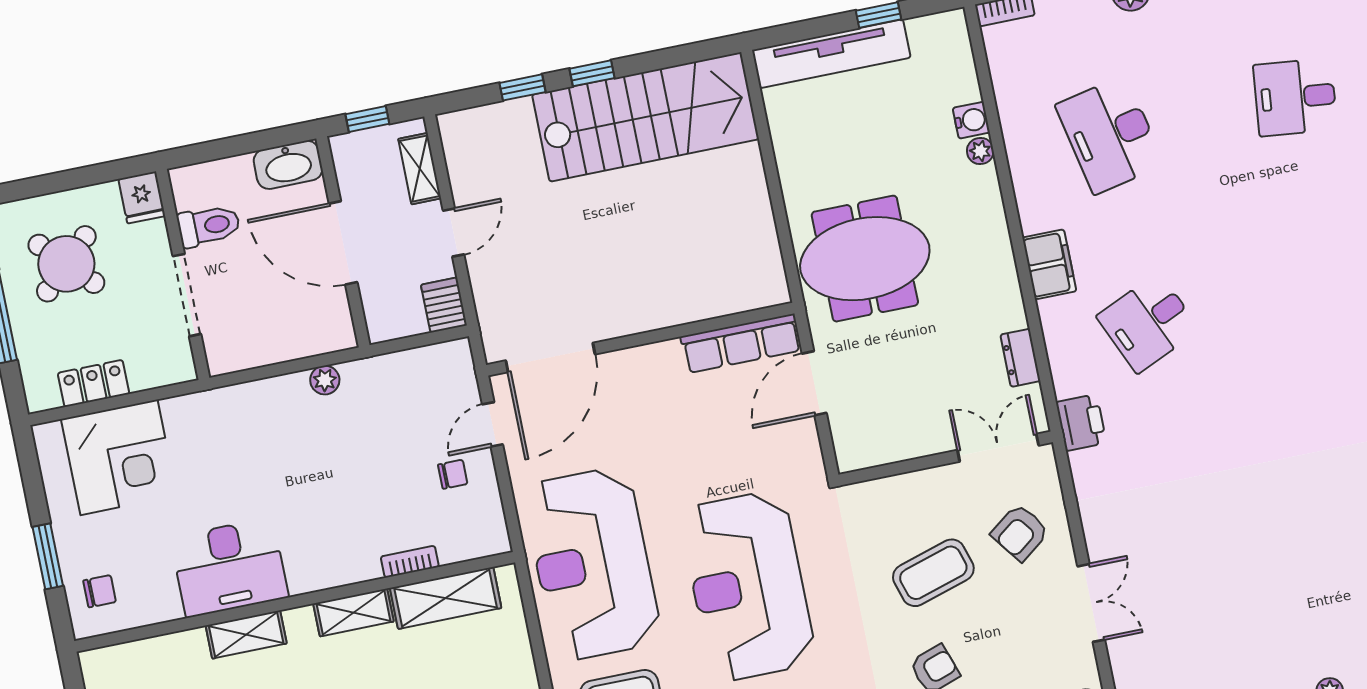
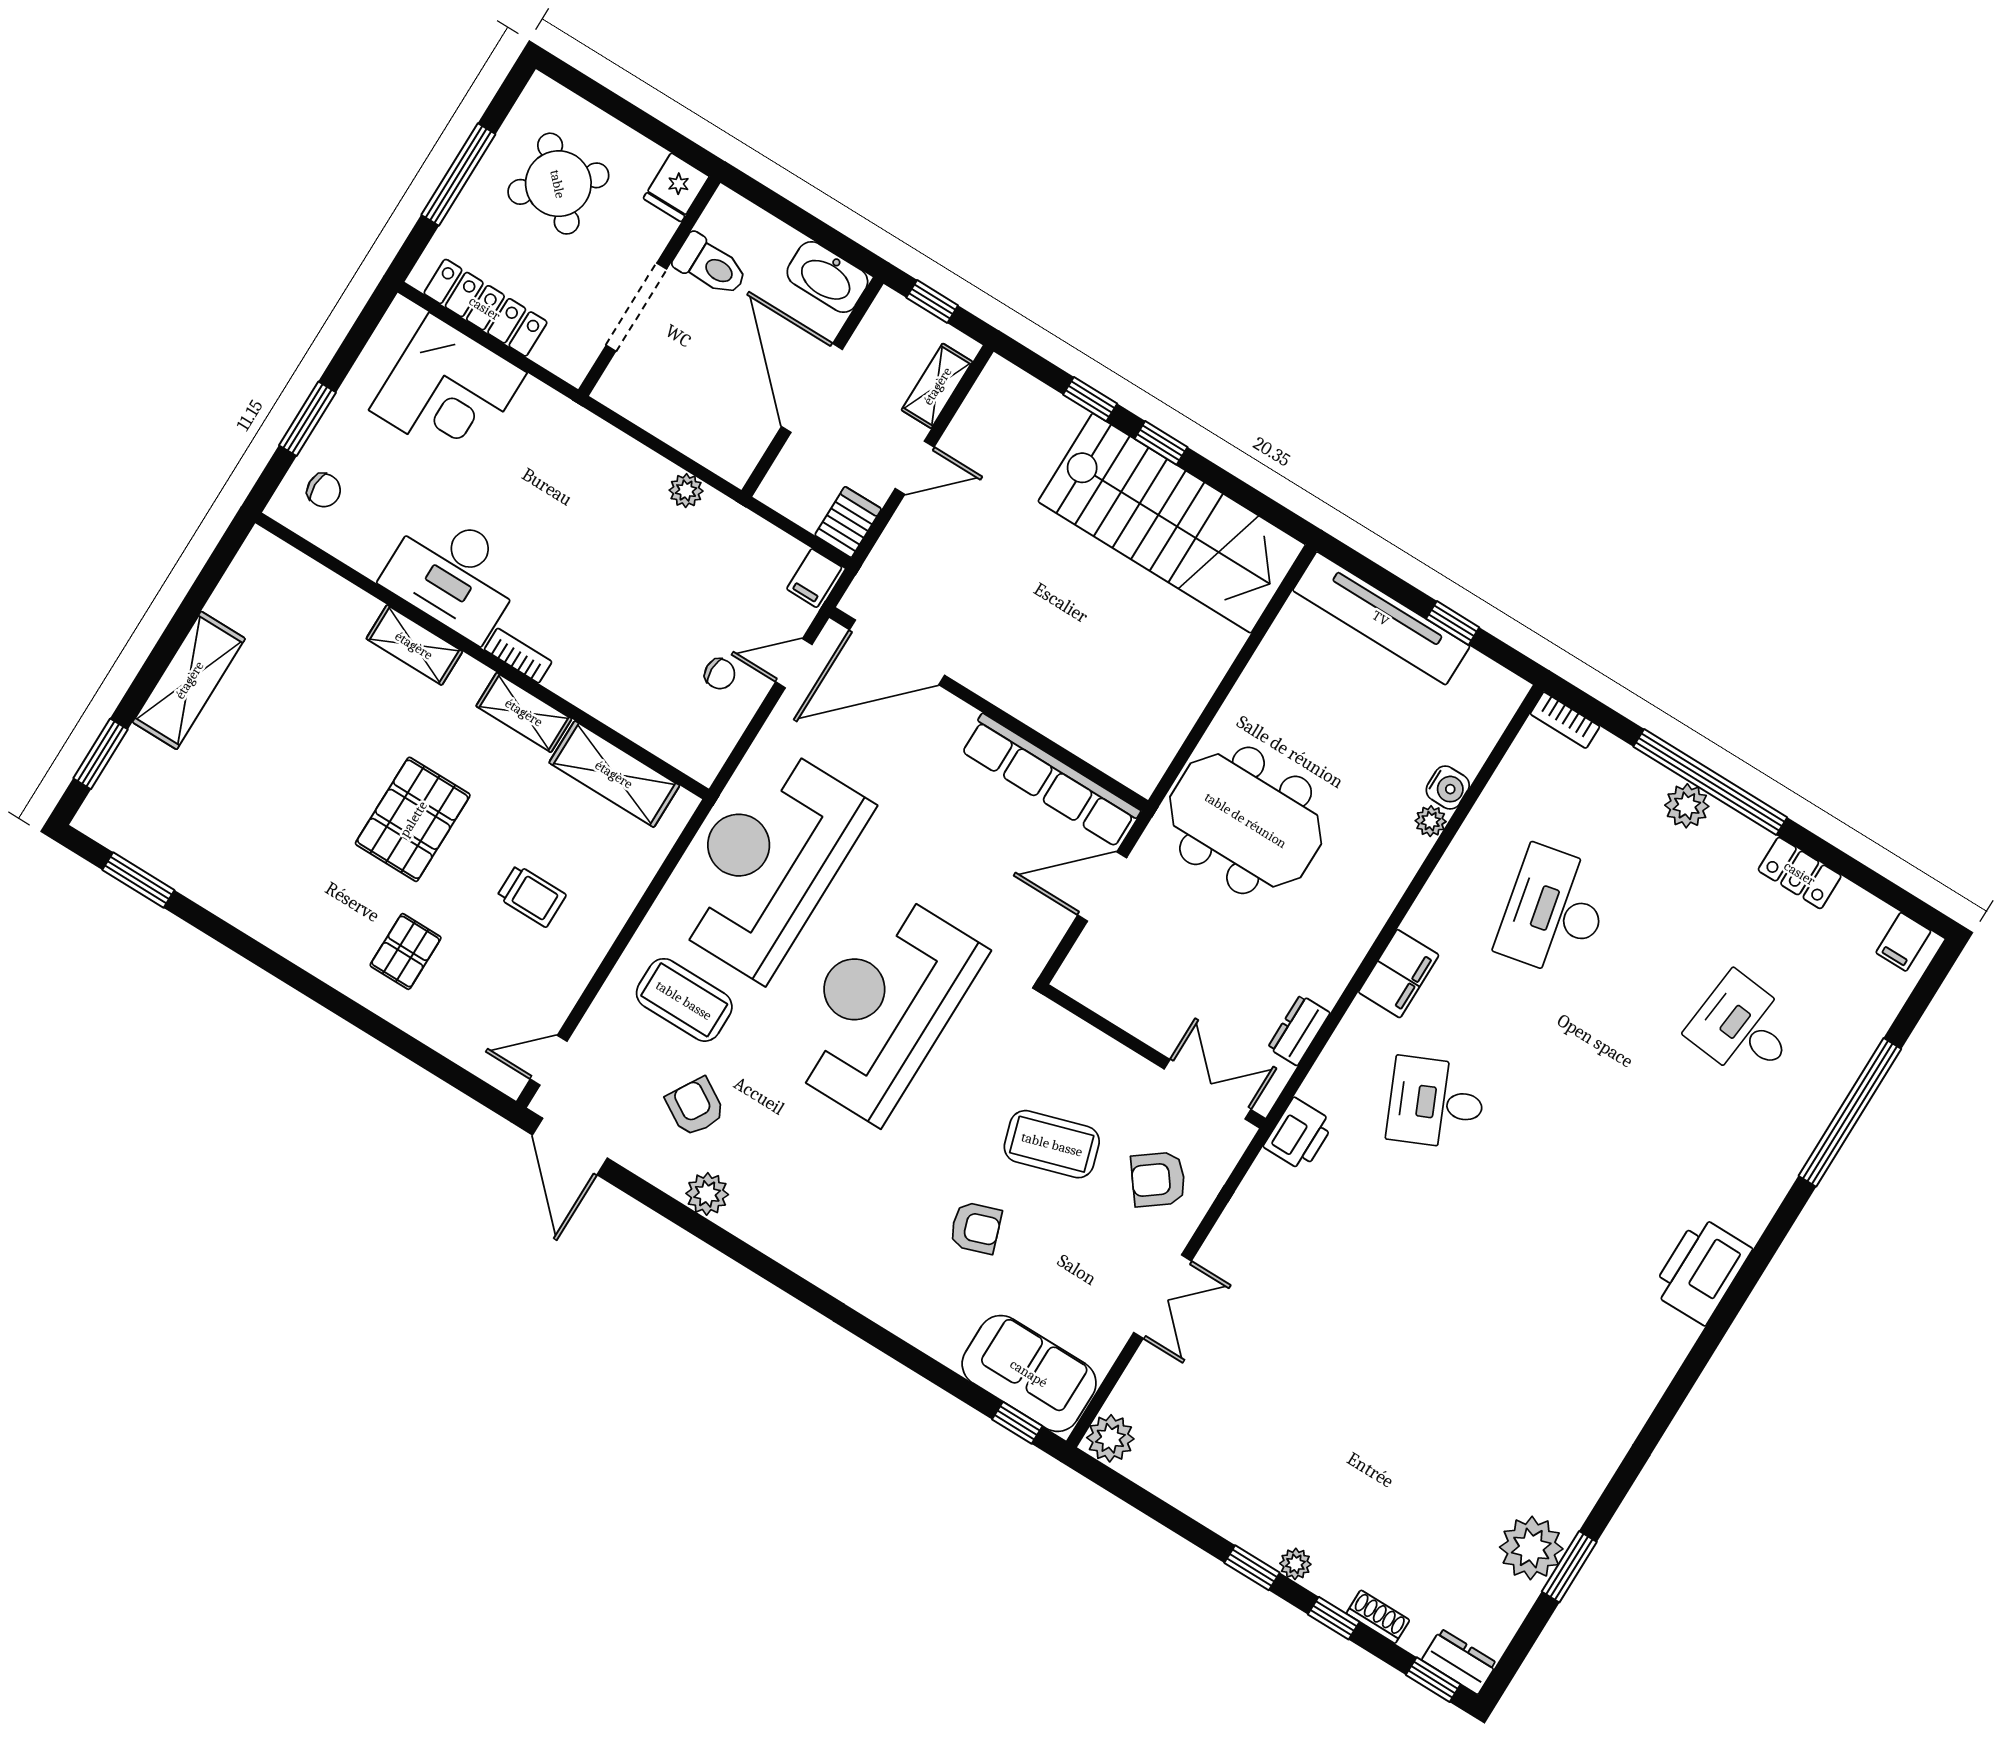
row of seats: (741, 343) -> (1050, 780), width x1.36
filing cabinet: (456, 360) -> (814, 578), added
locker: (94, 383) -> (485, 308), width x1.53
bookcase: (410, 562) -> (518, 656), moved

